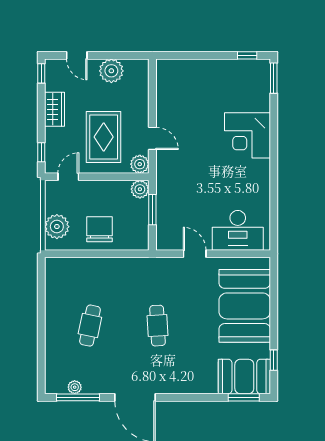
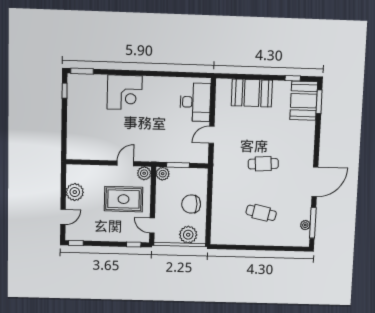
wardrobe: (54, 109) -> (102, 234), removed
booth: (245, 306) -> (252, 93), width x0.73, depth x0.70

